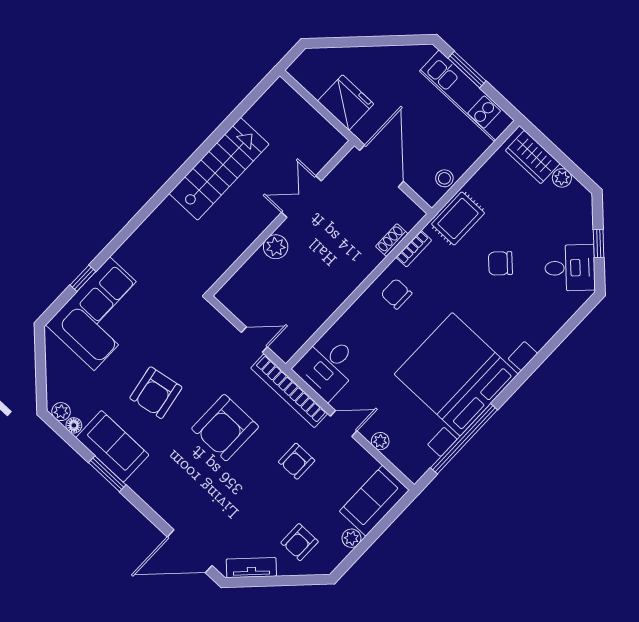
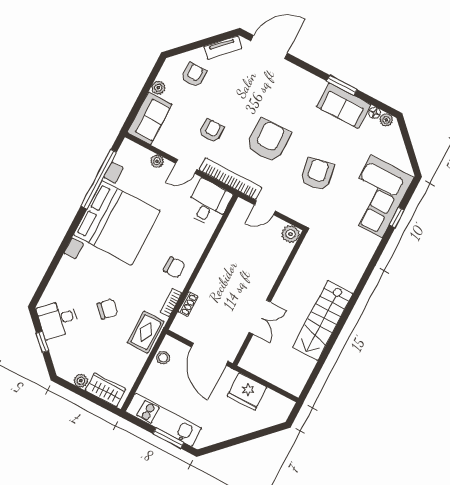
plant: (276, 247) -> (291, 234), moved
armchair: (156, 393) -> (317, 174), moved

